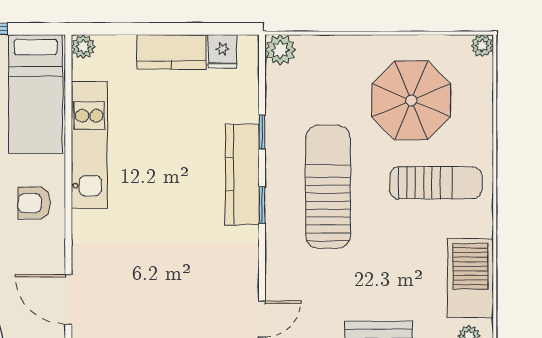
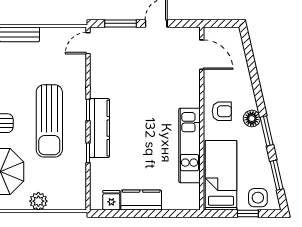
plant: (83, 47) -> (193, 203), removed
plant: (280, 50) -> (38, 201), moved

